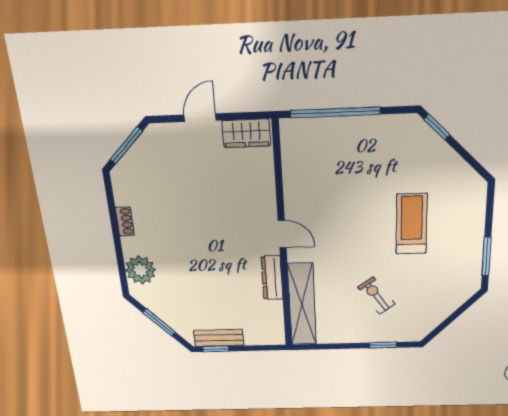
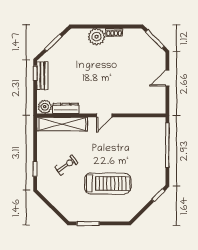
door: (200, 118) -> (167, 78), swing flipped
wardrobe: (246, 133) -> (159, 100), removed
treadmill: (412, 224) -> (108, 183), width x1.37, depth x1.38
plant: (140, 270) -> (97, 37), moved
dresser: (272, 278) -> (66, 108), moved
plant: (273, 333) -> (45, 107), added

